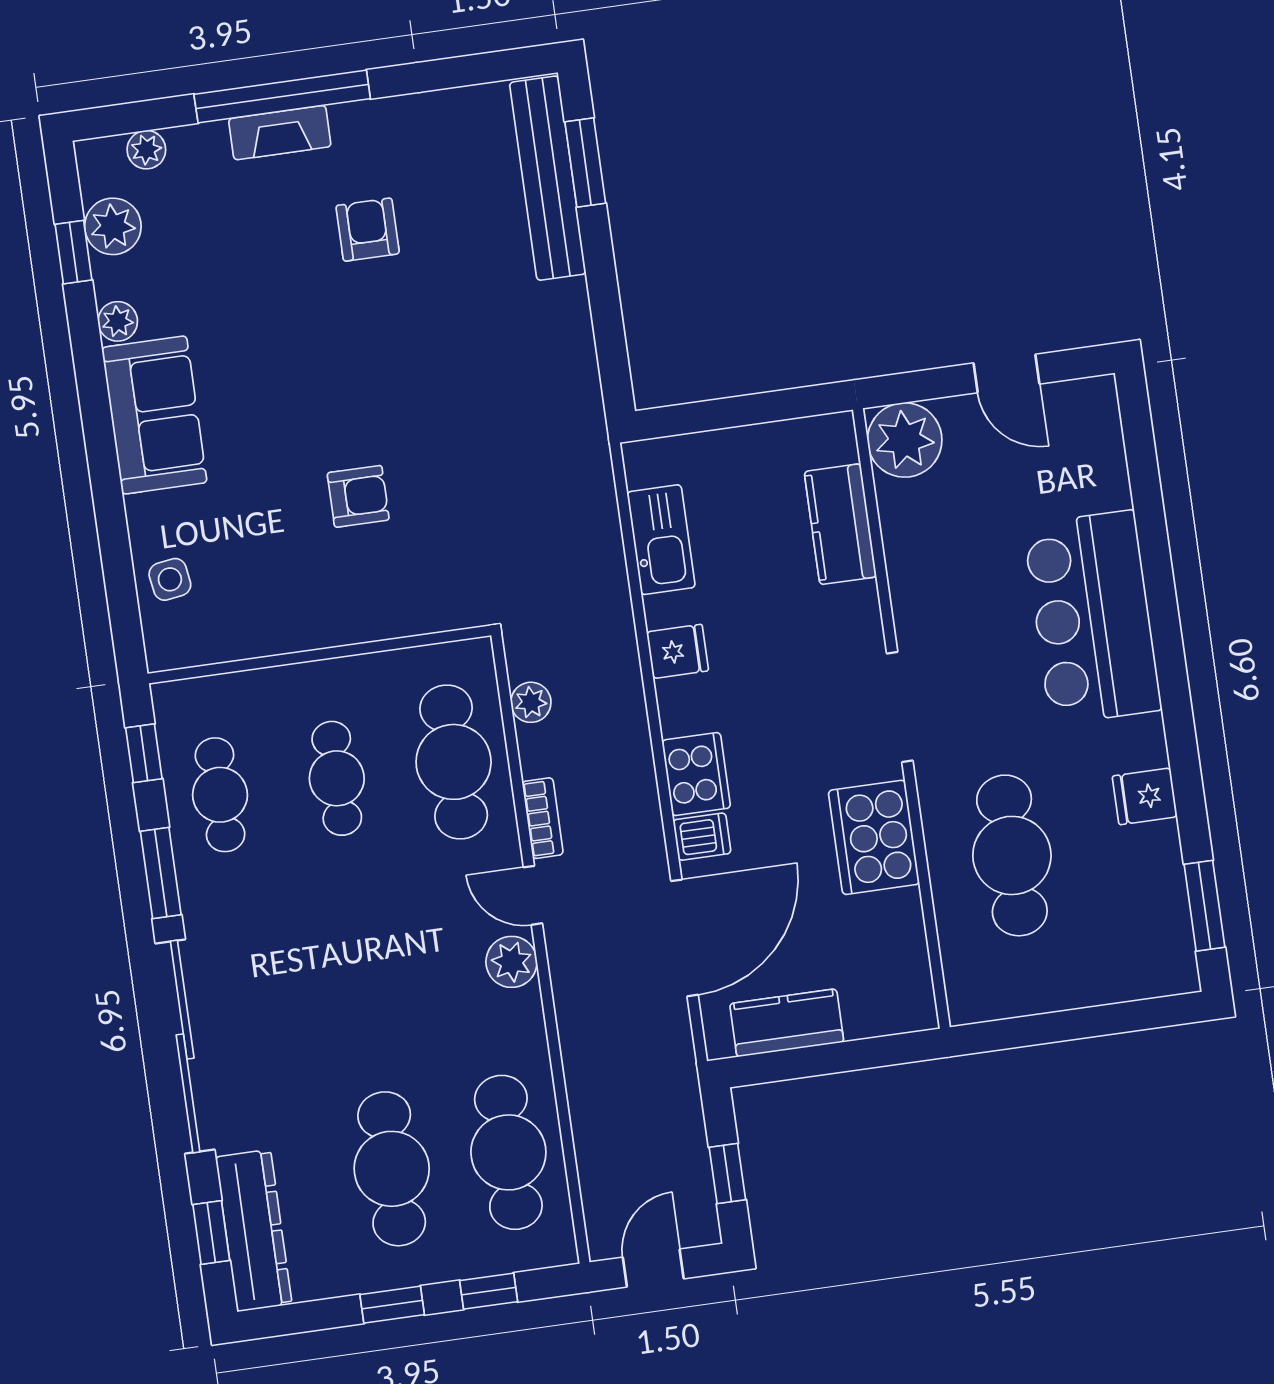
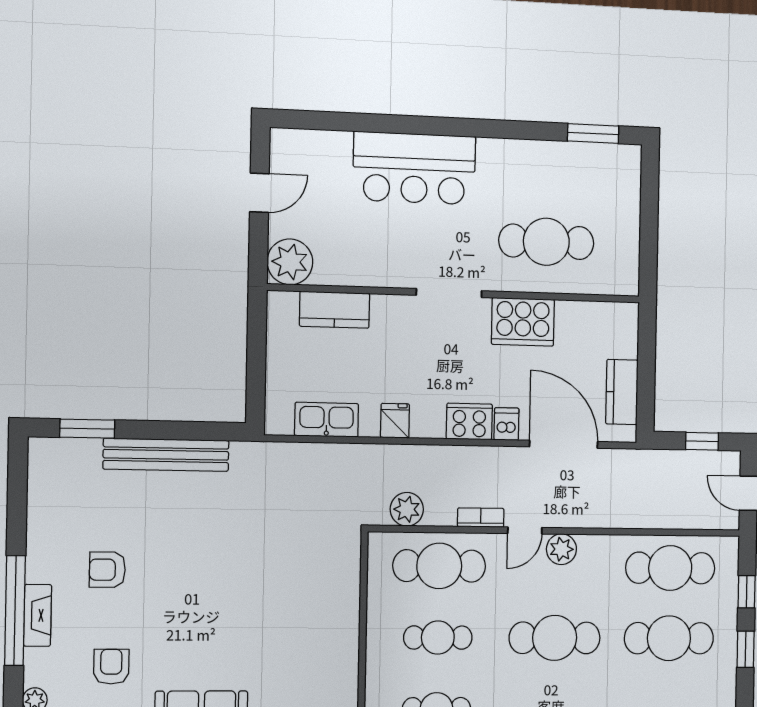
bench: (548, 178) -> (166, 455), moved
armchair: (358, 496) -> (111, 667), moved
plant: (531, 702) -> (407, 509), width x1.38, depth x1.38
fridge: (1145, 796) -> (524, 157), removed
cafe table: (364, 974) -> (555, 638), added

